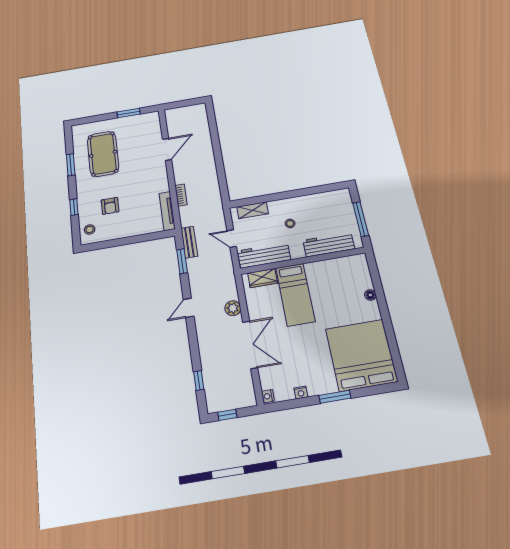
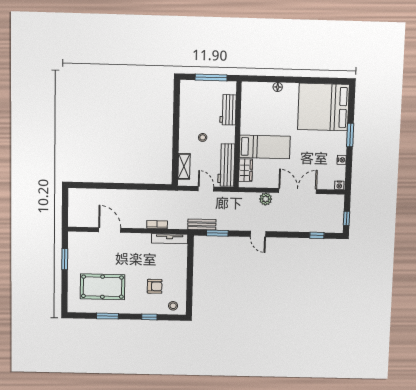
door: (232, 239) -> (206, 189), swing flipped
workbench: (329, 245) -> (228, 110), width x0.73

